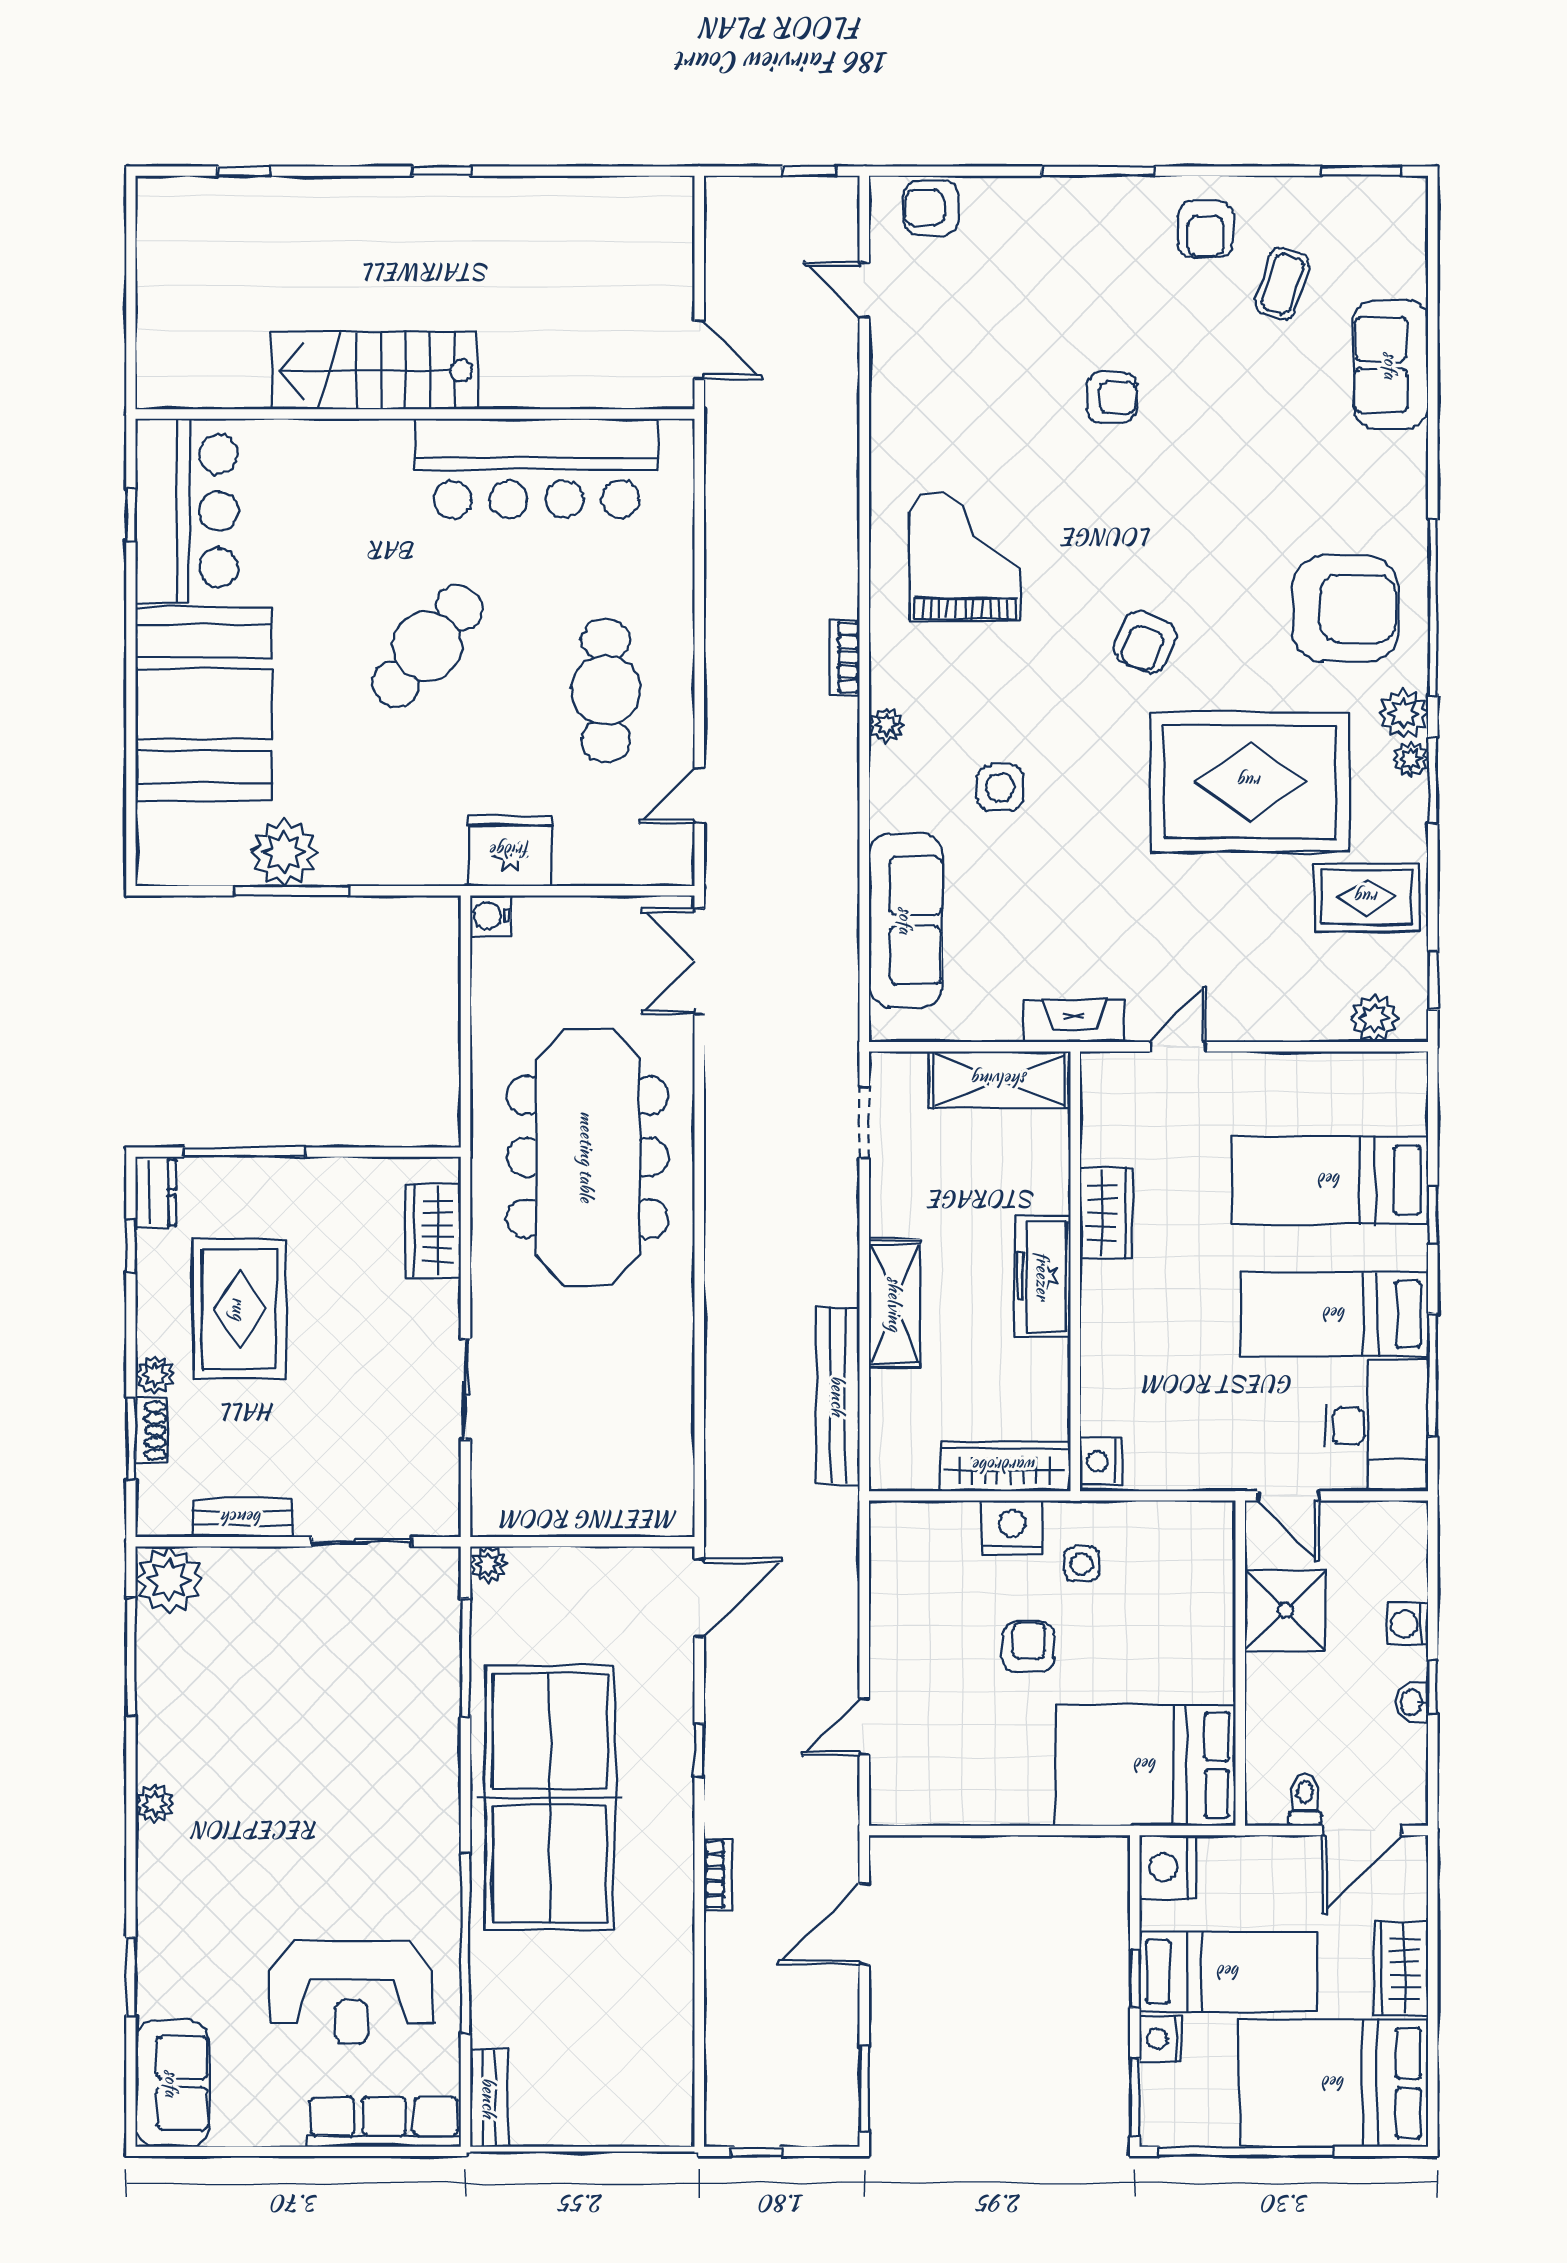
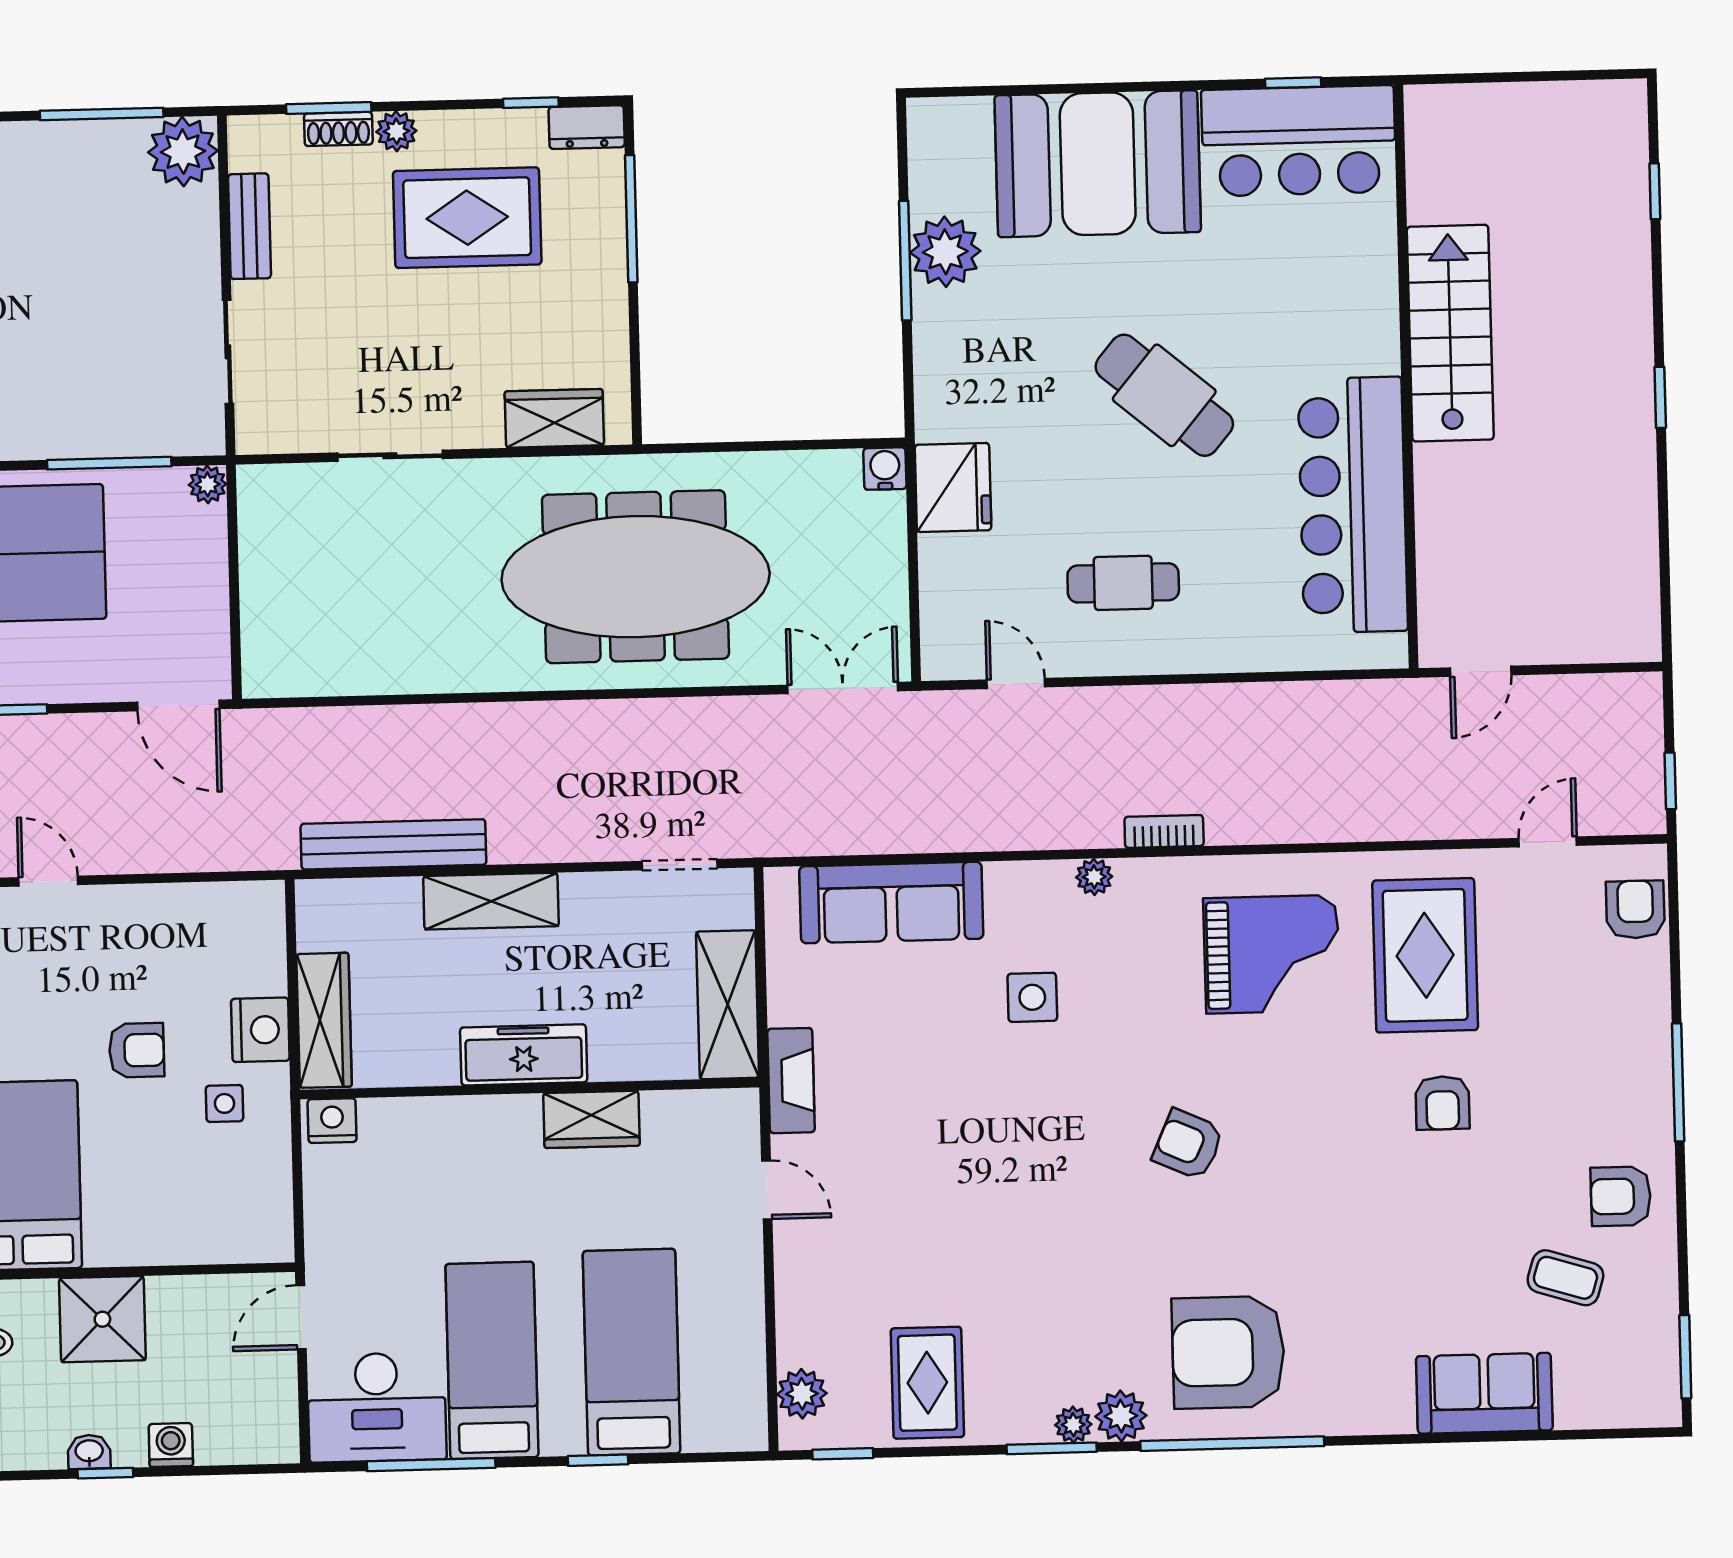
armchair: (1345, 609) -> (1228, 1352), turned 90
cafe table: (606, 690) -> (1123, 583), width x0.73, depth x0.74
rug: (1250, 782) -> (1425, 955), moved, width x0.73, depth x0.69
shower: (1285, 1610) -> (102, 1319), moved

